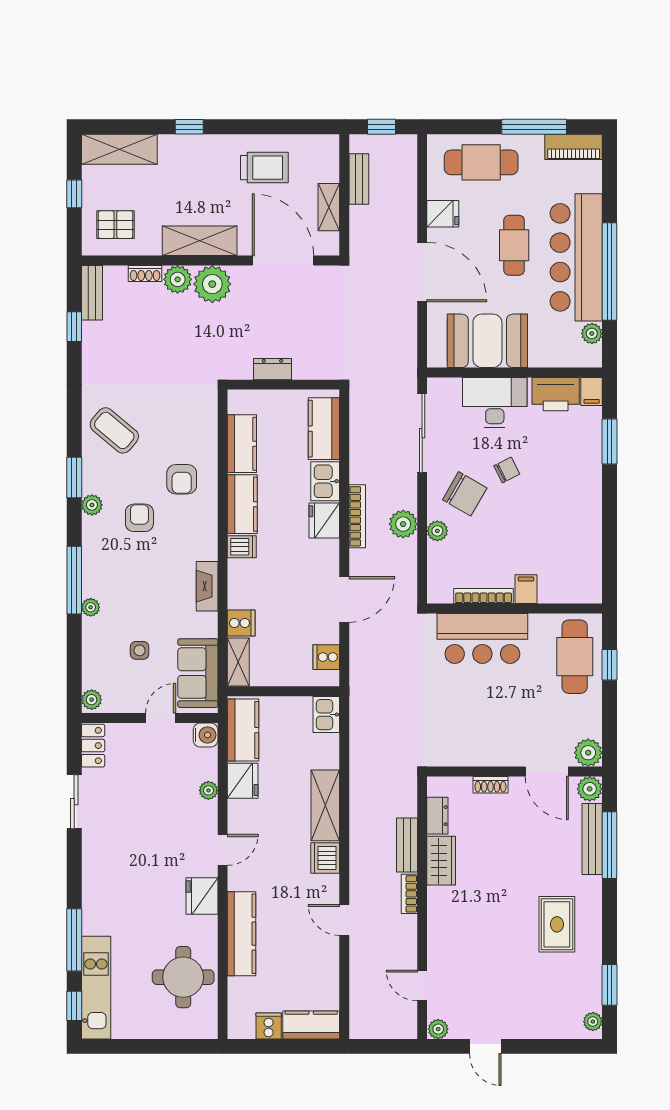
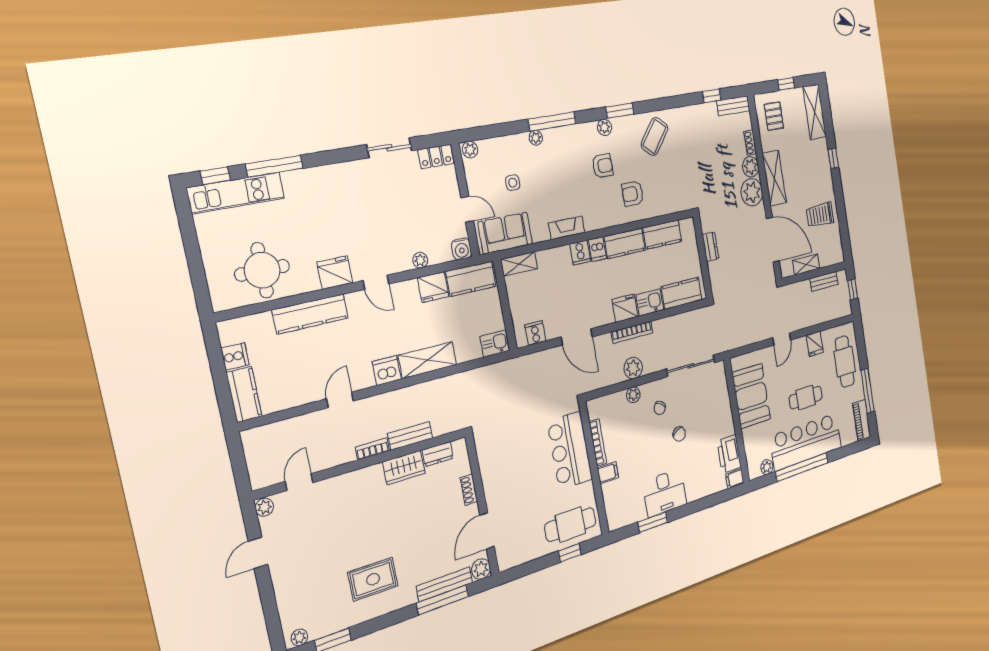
trolley: (264, 168) -> (820, 215), turned 90
door: (283, 261) -> (773, 240), hinge flipped
door: (422, 272) -> (782, 339), width x0.53
desk: (495, 403) -> (665, 493), moved, turned 90
window: (609, 442) -> (653, 522), moved
chair: (465, 494) -> (660, 408), width x0.54, depth x0.54
cooker: (241, 623) -> (580, 253), moved
plant: (588, 753) -> (507, 559), removed

